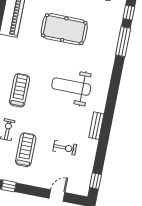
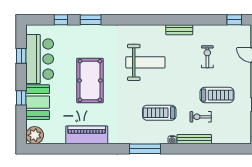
window: (123, 42) -> (91, 20), width x0.69
weight bench: (71, 87) -> (145, 62), turned -90
treadmill: (26, 150) -> (217, 95), turned 180

